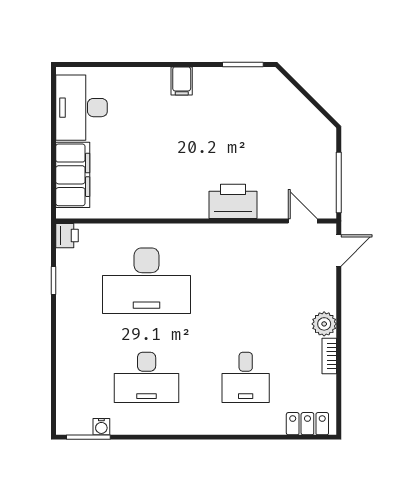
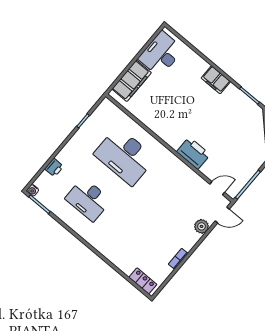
filing cabinet: (182, 81) -> (216, 80), width x2.00
door: (303, 221) -> (217, 188), hinge flipped
printer: (67, 236) -> (54, 168), moved
plant: (324, 324) -> (202, 226), moved
desk: (246, 377) -> (133, 237), removed
water cooler: (101, 427) -> (33, 190), moved

